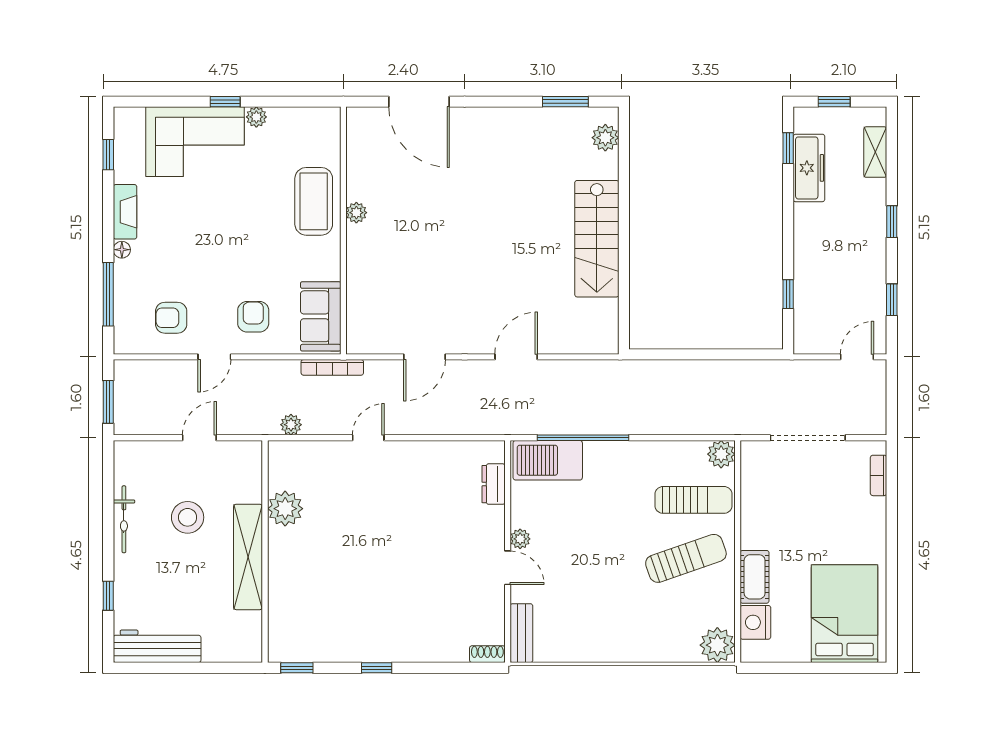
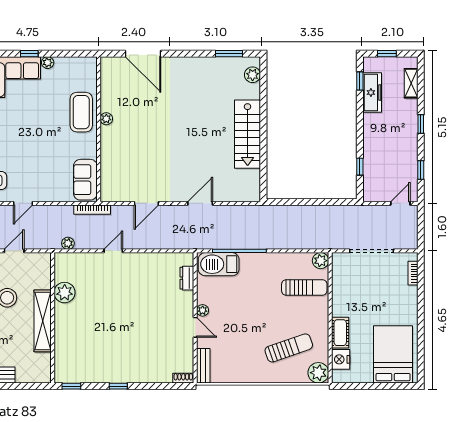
armchair: (253, 317) -> (46, 180), removed
sun lounger: (686, 558) -> (289, 348), moved

